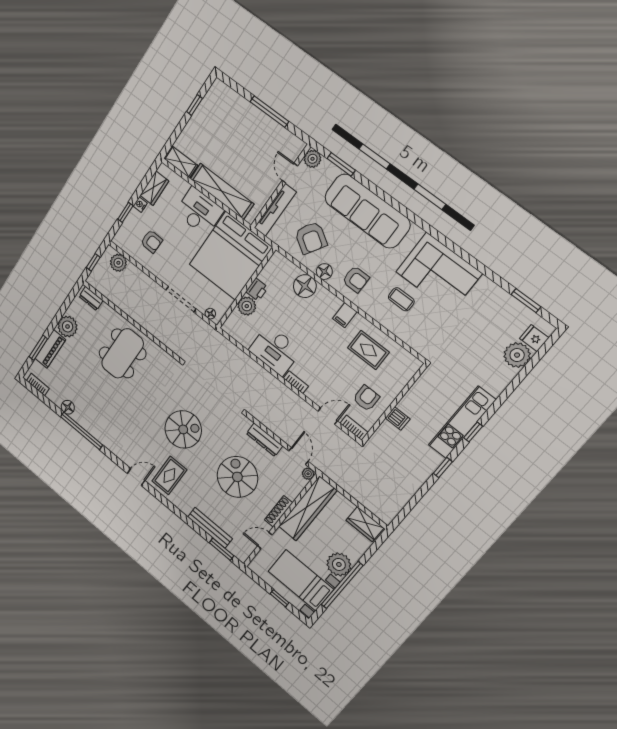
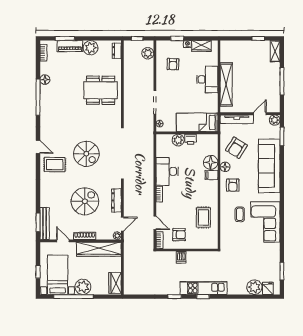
shelving: (181, 162) -> (275, 51), moved
bed: (230, 256) -> (197, 122), width x0.49
filing cabinet: (345, 315) -> (211, 175), moved
bench: (210, 528) -> (45, 223), moved

